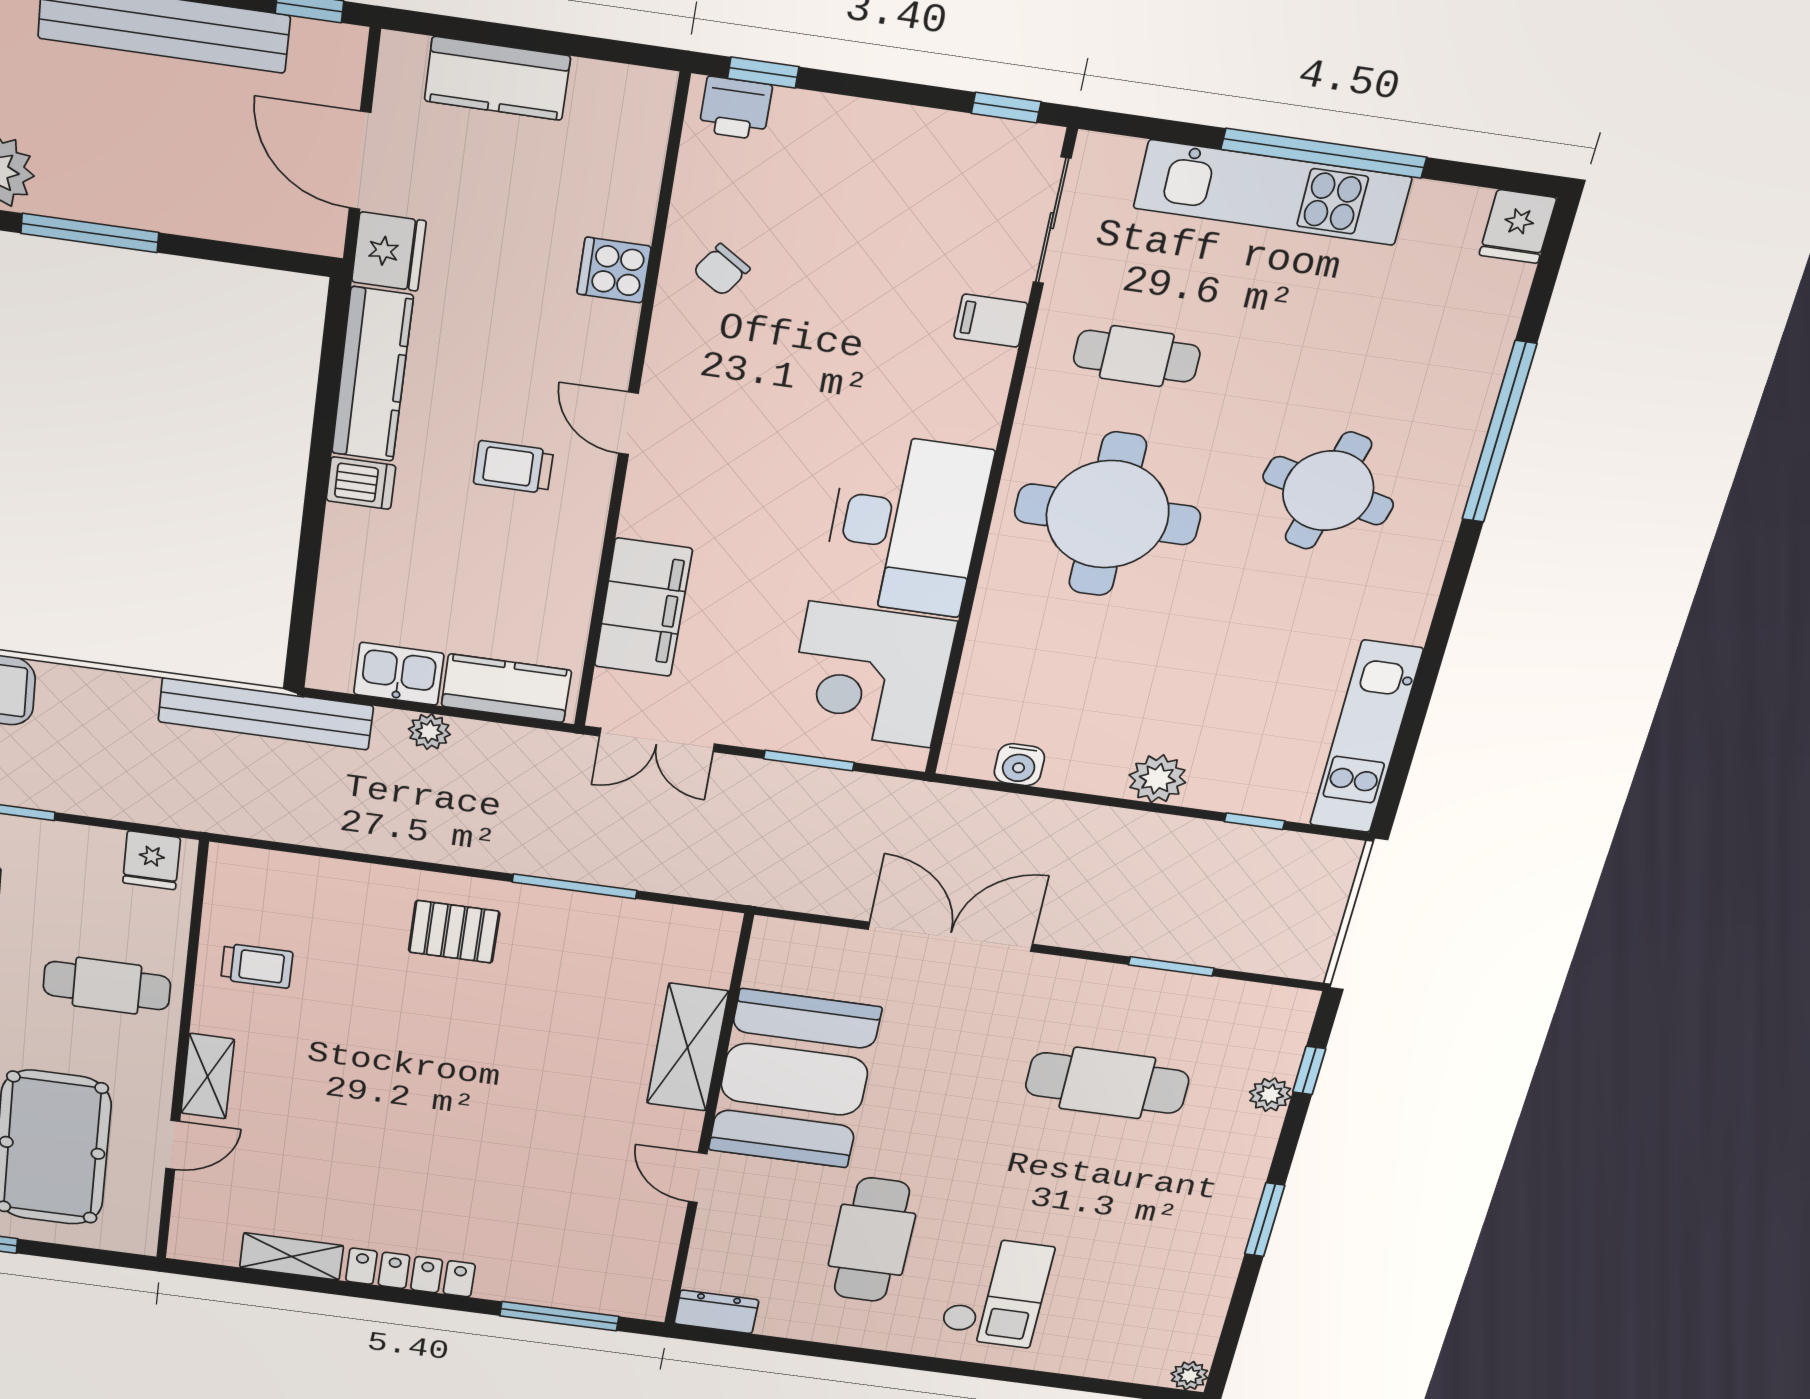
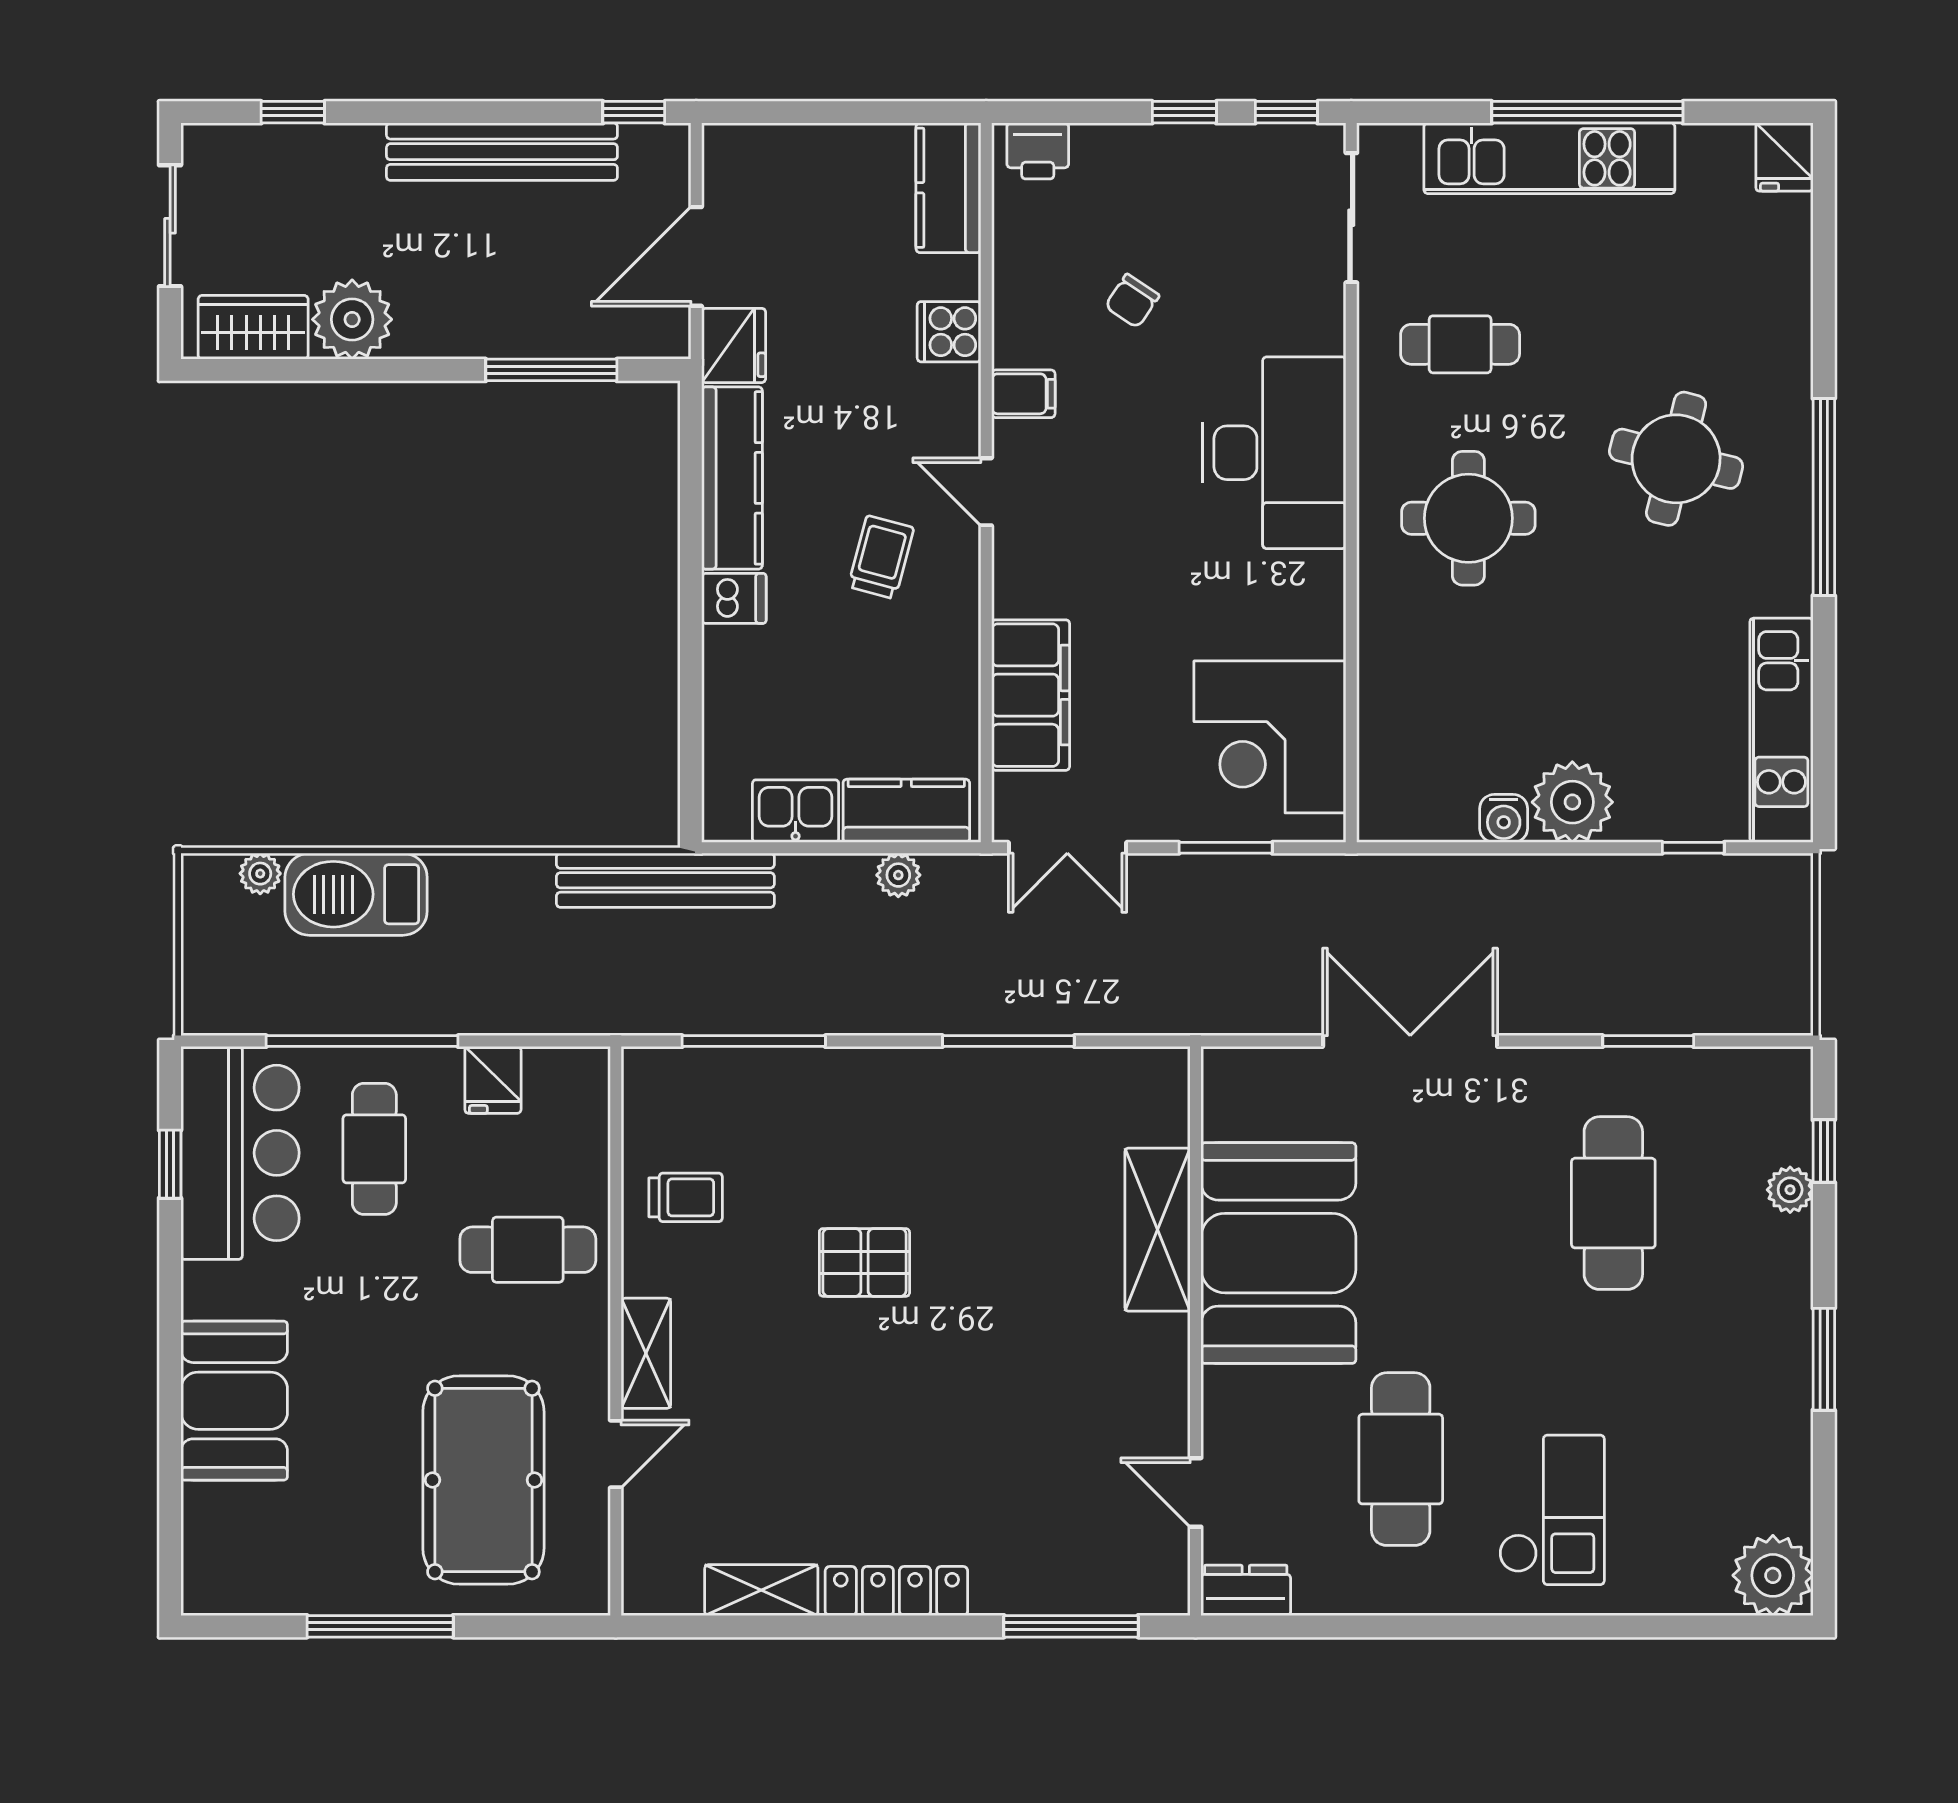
window: (763, 72) -> (1184, 112), moved
kitchen counter: (497, 78) -> (948, 188), moved, turned 90
door: (360, 160) -> (696, 256), hinge flipped
window: (90, 233) -> (551, 370), moved
chair: (721, 270) -> (1132, 301), moved
filing cabinet: (991, 321) -> (1023, 394), moved, turned 180
window: (1499, 432) -> (1824, 497), moved
trolley: (513, 467) -> (881, 557), turned 105
round table: (1108, 514) -> (1468, 518), width x0.73, depth x0.73
desk: (906, 525) -> (1274, 453), moved
plant: (429, 732) -> (898, 875), moved
water cooler: (1019, 765) -> (1504, 818), moved
plant: (1157, 779) -> (1572, 802), width x1.36, depth x1.36
window: (335, 854) -> (754, 1041), added
fridge: (151, 860) -> (493, 1080), moved
pallet: (454, 932) -> (864, 1262), moved
cafe table: (1107, 1083) -> (1613, 1203), turned 90
door: (698, 1178) -> (1196, 1492), moved
plant: (1189, 1376) -> (1773, 1575), width x1.88, depth x1.88

